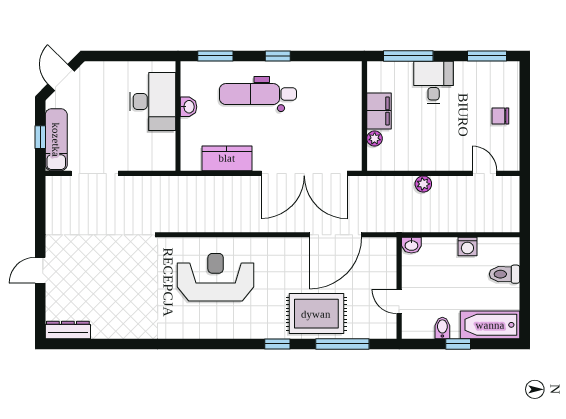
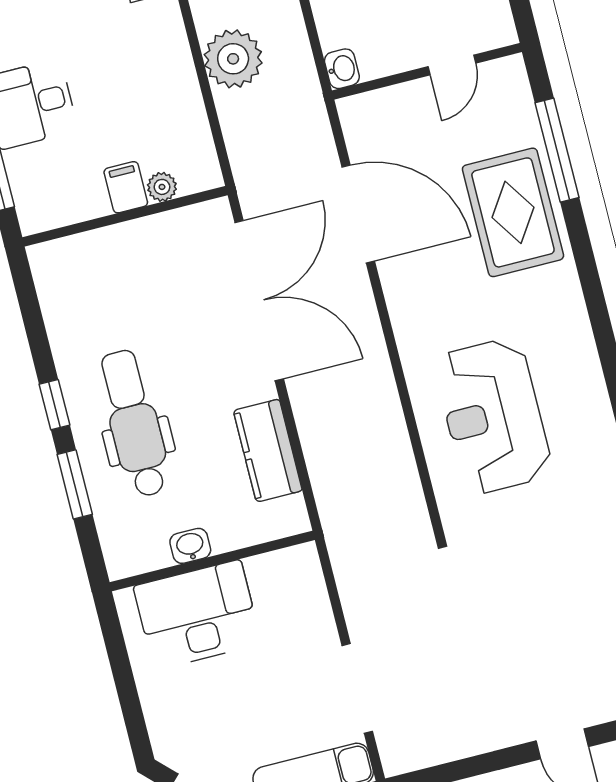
window: (215, 56) -> (75, 484), moved
dental chair: (258, 94) -> (134, 423), turned 180
filing cabinet: (379, 111) -> (126, 187), width x0.50
plant: (423, 184) -> (233, 59), width x1.88, depth x1.88
window: (277, 344) -> (587, 271), removed

